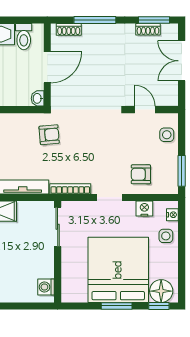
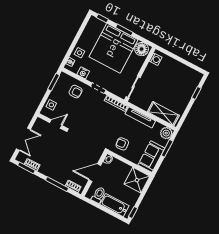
door: (145, 110) -> (56, 124), swing flipped
armchair: (49, 135) -> (122, 144), moved
floor lamp: (161, 291) -> (142, 49), moved

